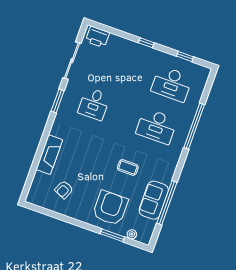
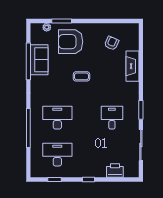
printer: (97, 37) -> (115, 171), moved
coffee table: (128, 167) -> (81, 76), moved
armchair: (110, 208) -> (71, 42), turned 90

